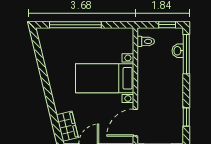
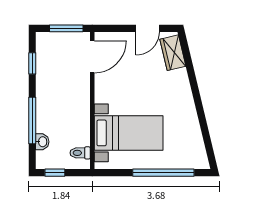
window: (186, 54) -> (32, 120), moved
bed with nightstands: (105, 78) -> (129, 133), moved

